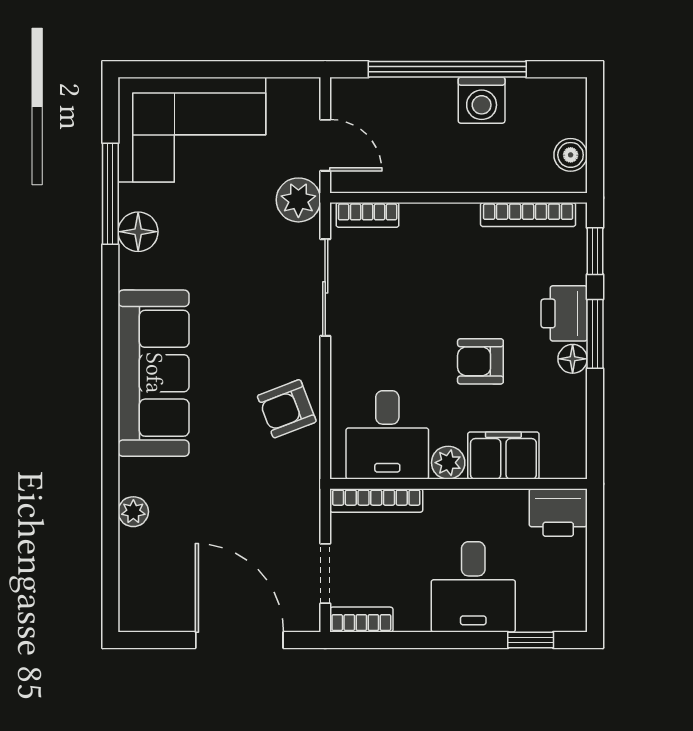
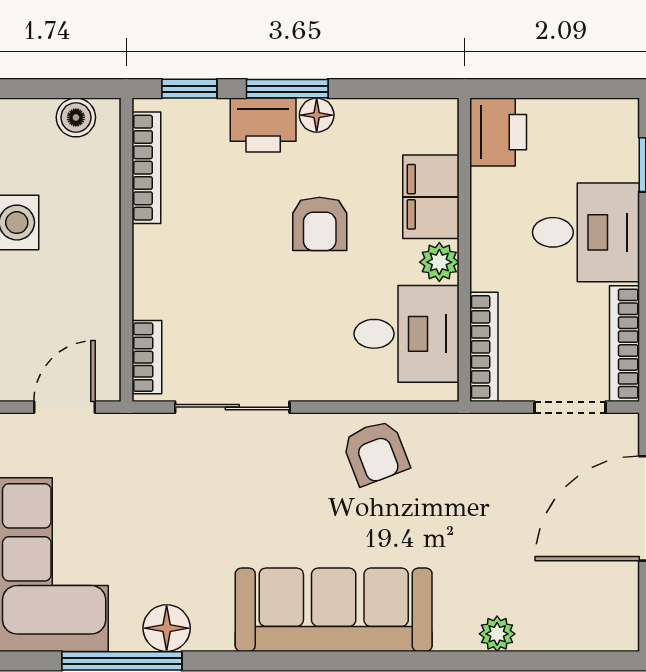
plant: (298, 200) -> (129, 439), removed
bookcase: (361, 620) -> (625, 344), width x1.56

